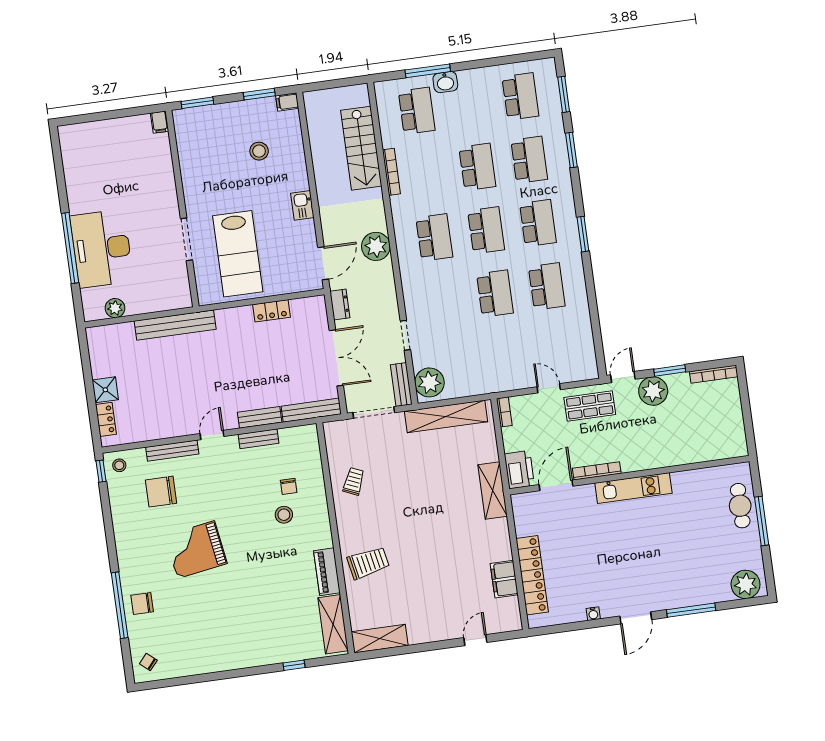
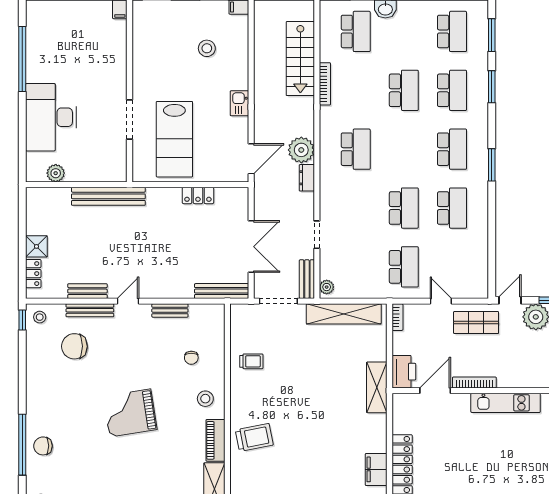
school desk: (486, 230) -> (404, 267), moved
window: (70, 248) -> (22, 59), moved
dresser: (340, 304) -> (307, 178), moved, turned 180
plant: (429, 382) -> (327, 287), width x0.53, depth x0.53
bench: (260, 417) -> (87, 291), moved
trolley: (354, 481) -> (251, 361), turned 67
stool: (284, 515) -> (205, 399), moved
grand piano: (196, 550) -> (130, 413), moved

